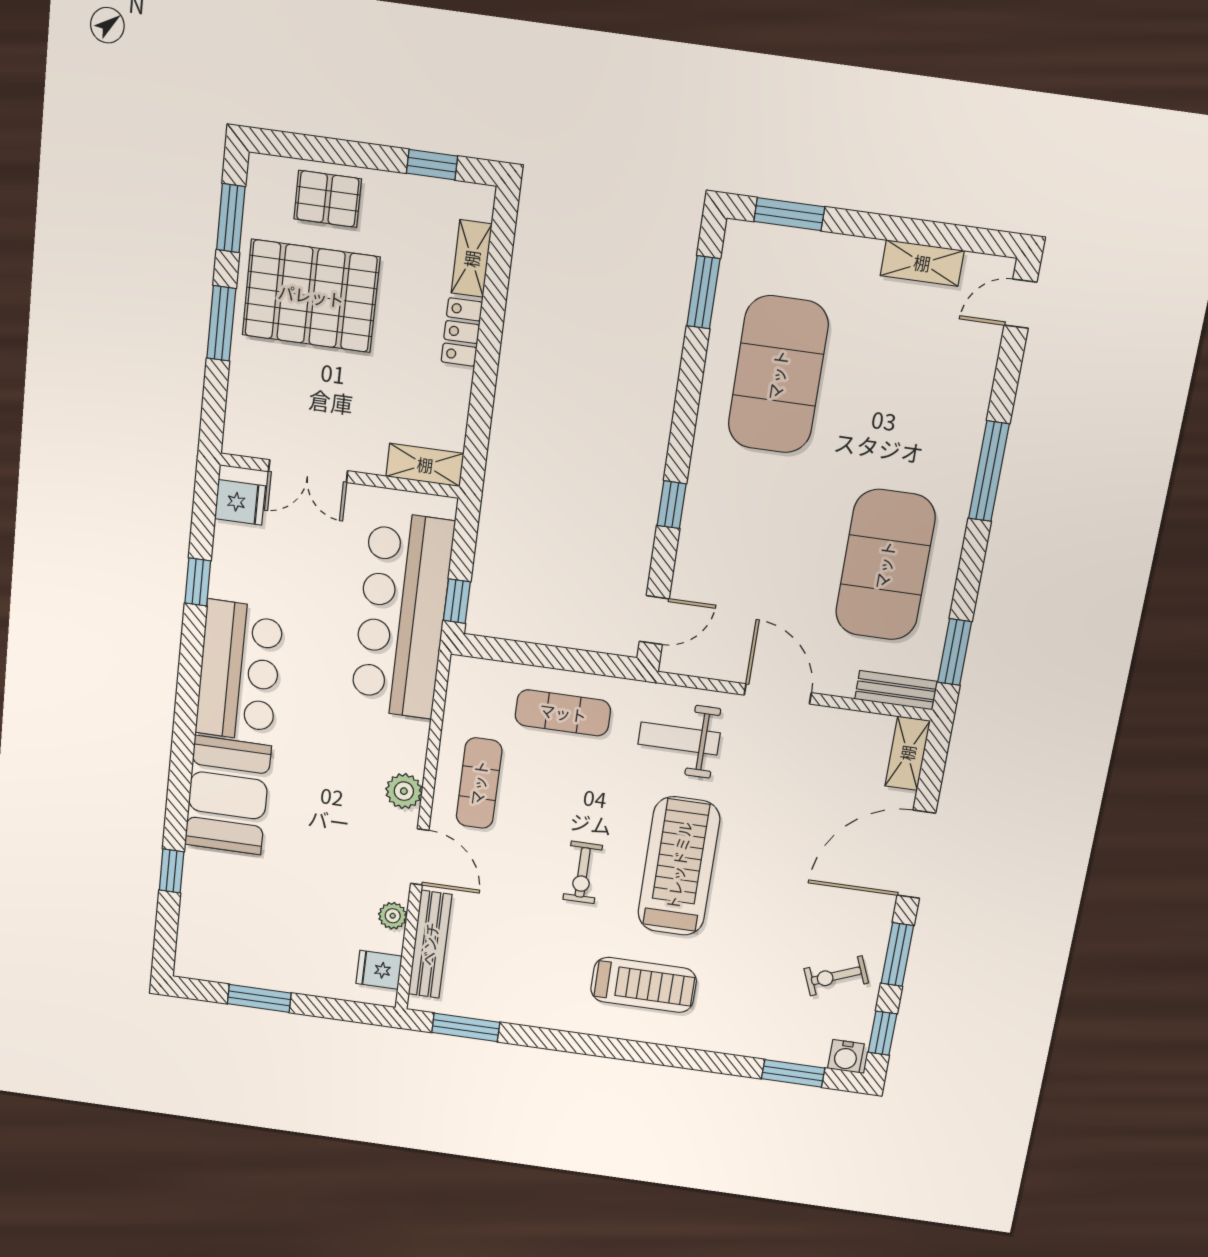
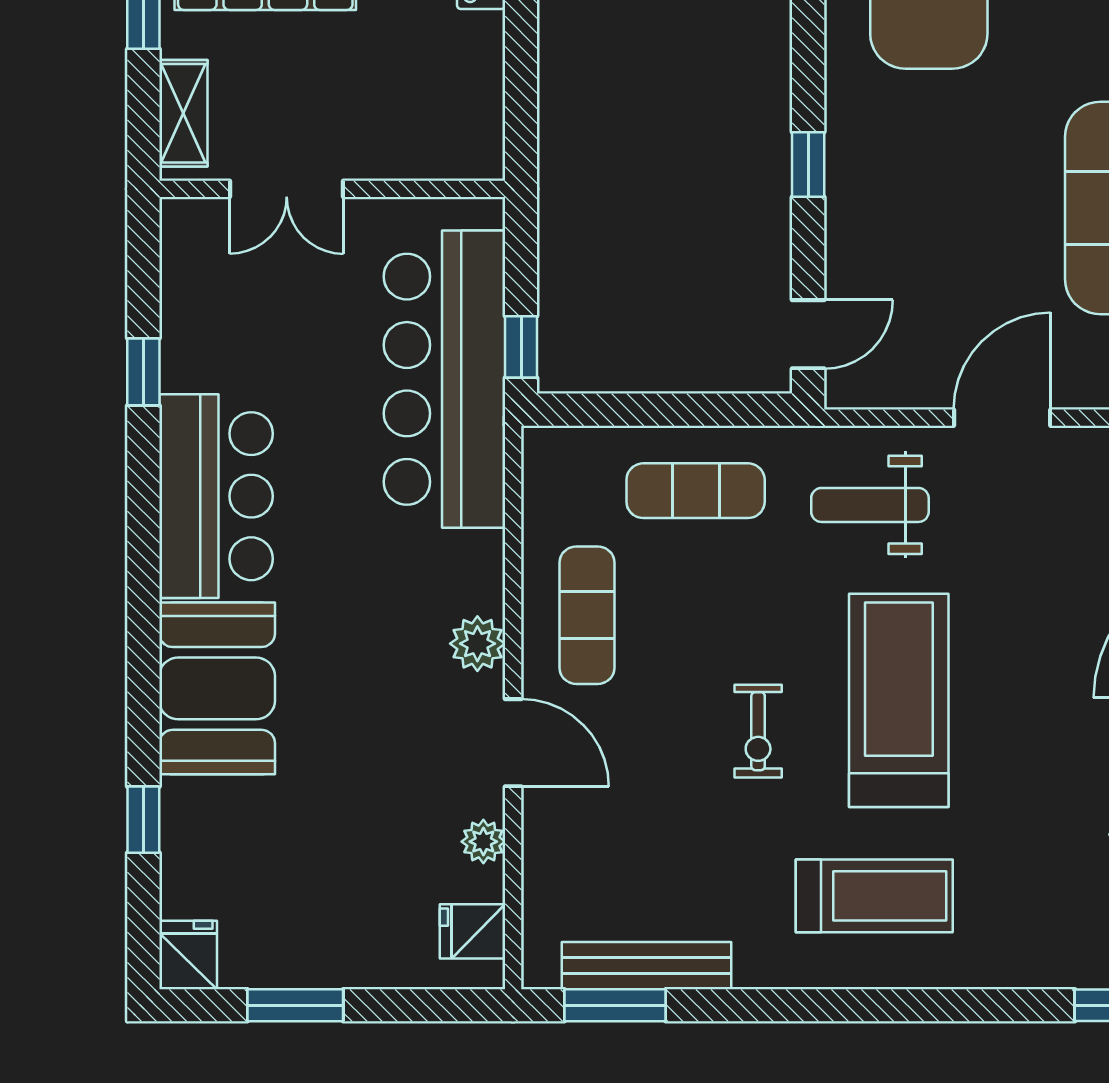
shelving: (425, 465) -> (183, 113), moved, turned 90
fridge: (240, 502) -> (188, 955), moved, turned -90
door: (778, 694) -> (1002, 418), hinge flipped
bench: (430, 944) -> (646, 966), moved, turned 90

